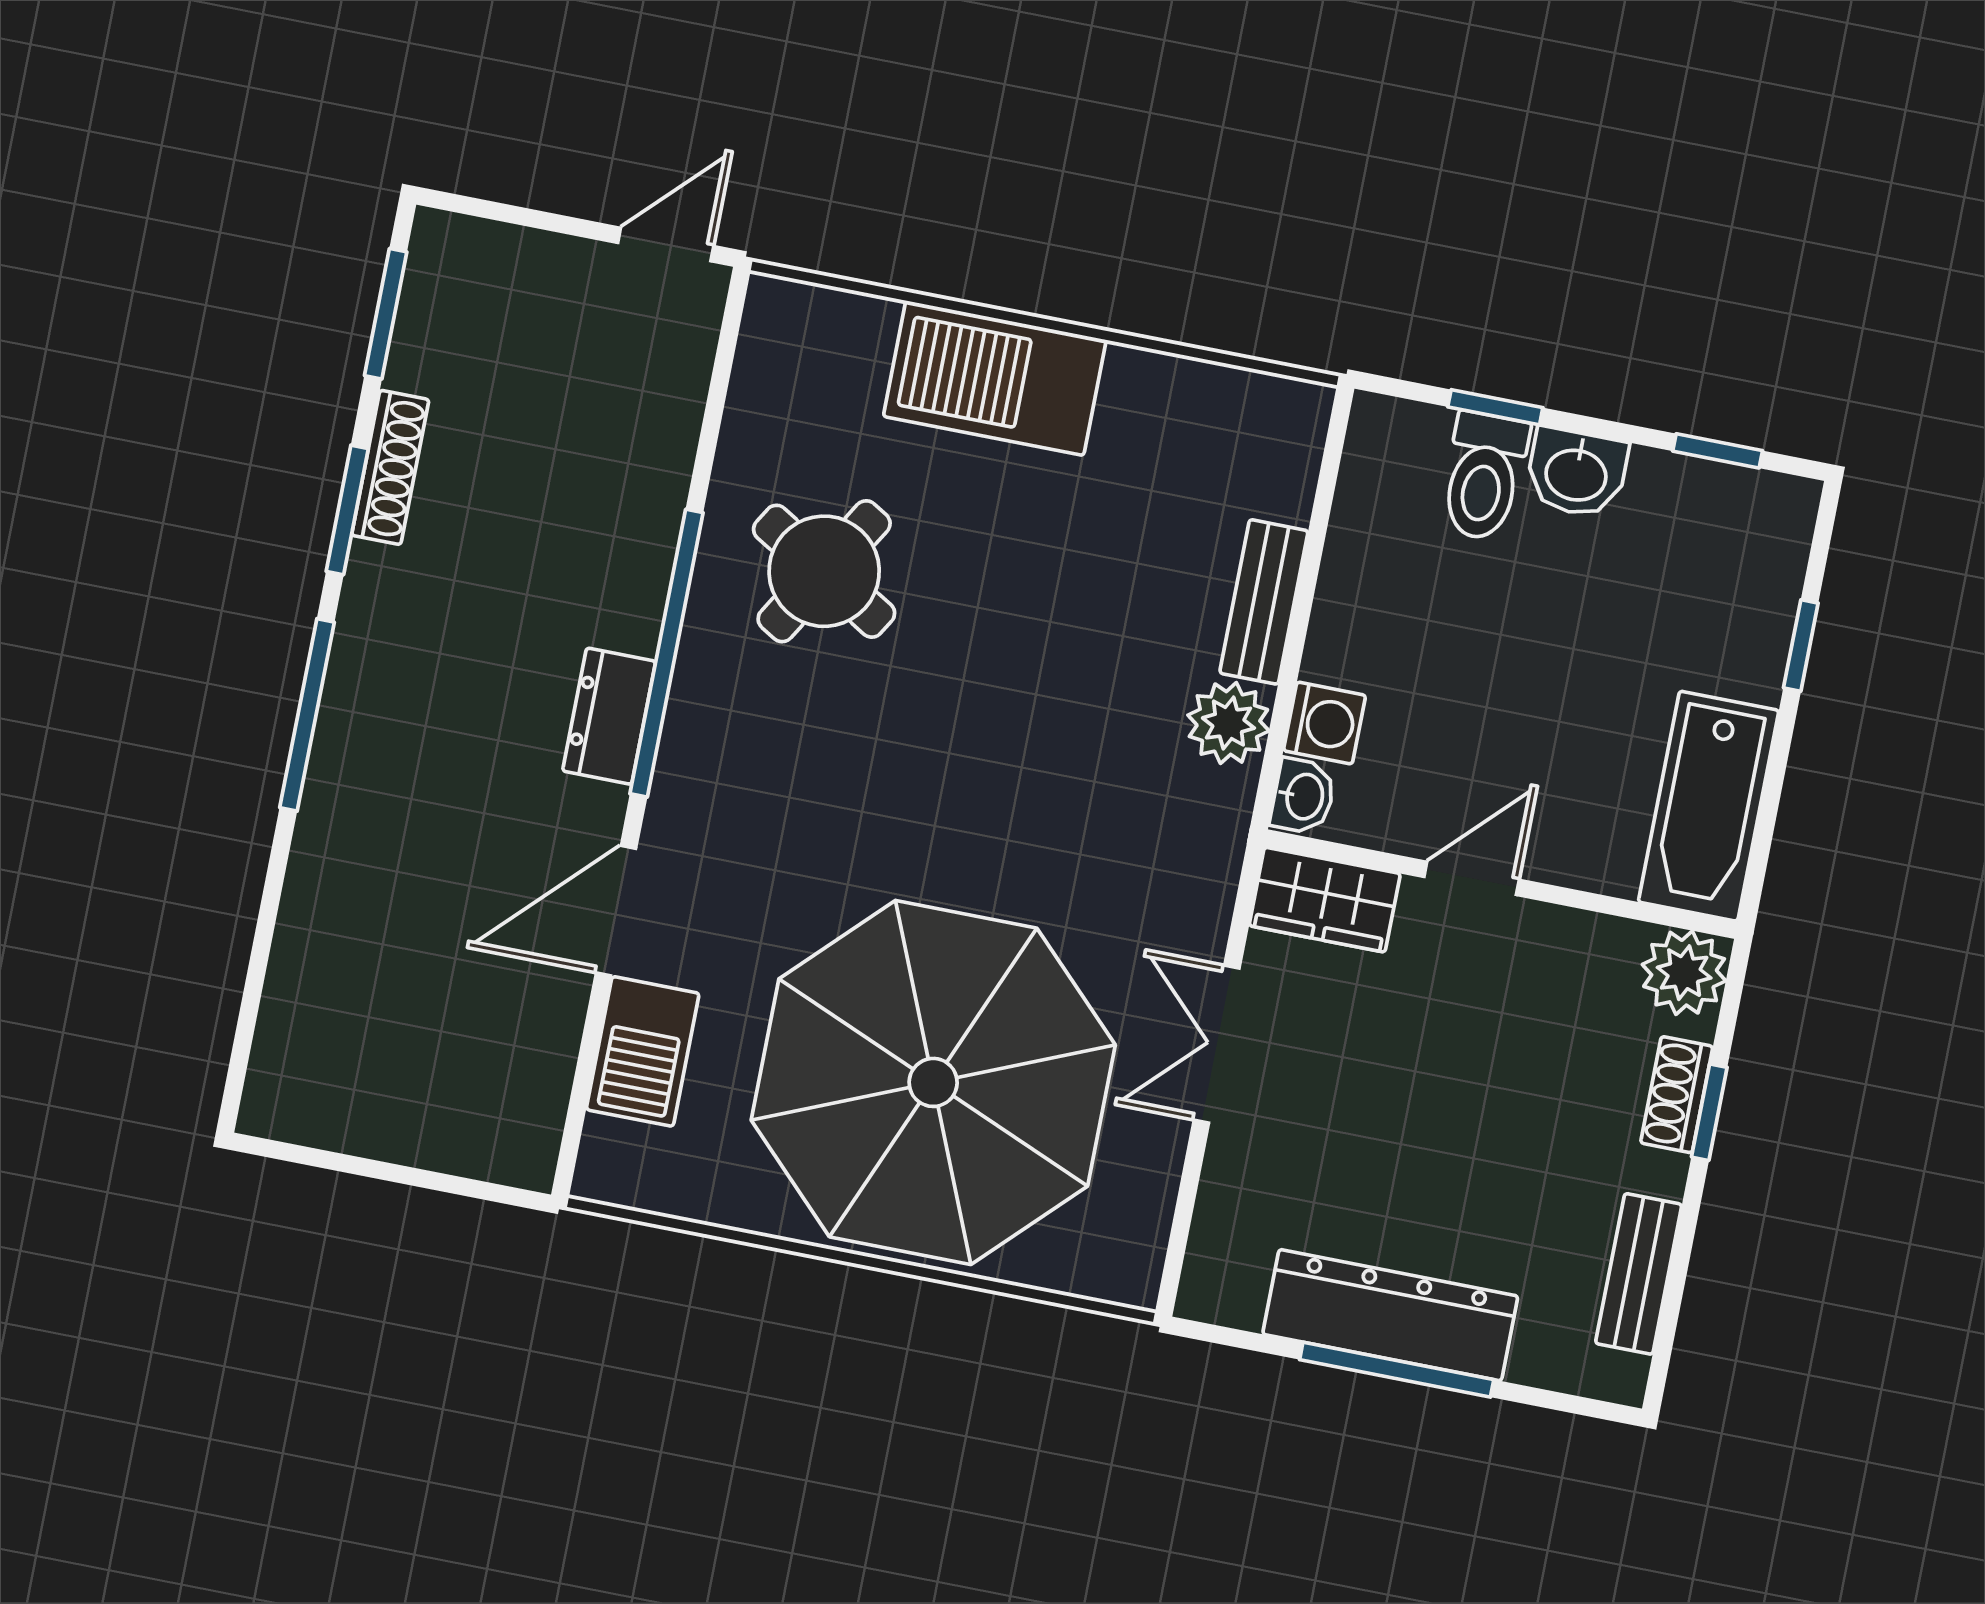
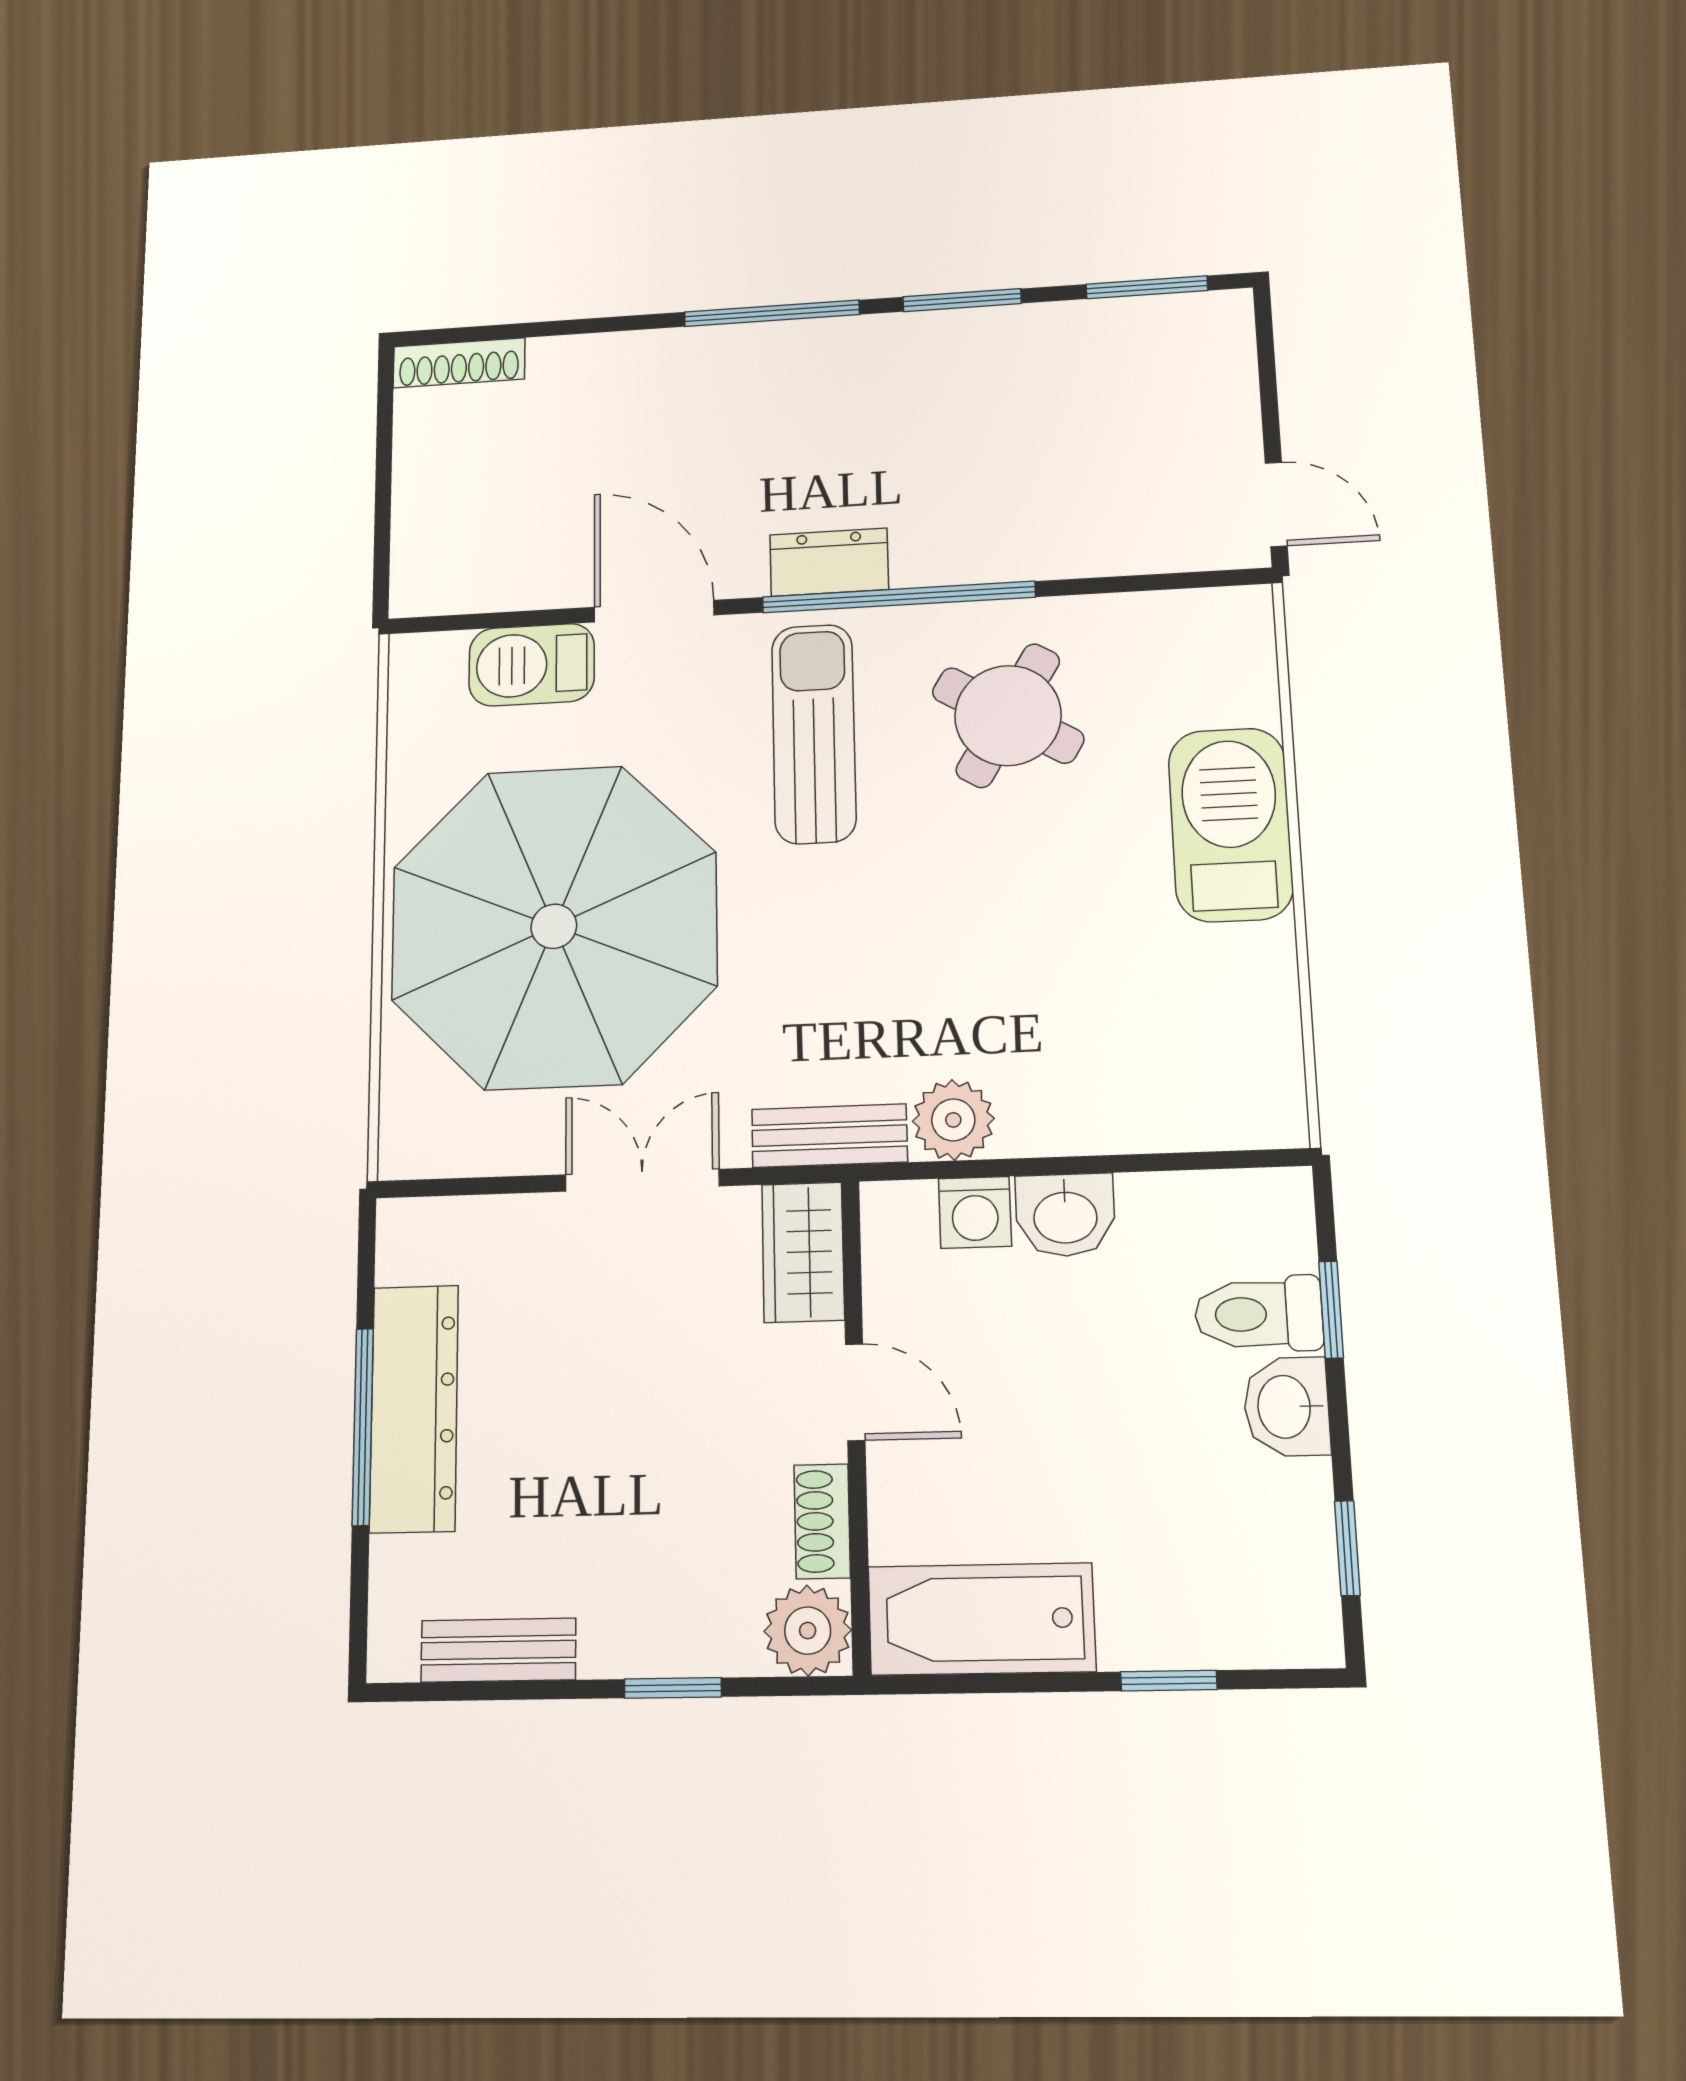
shoe rack: (390, 467) -> (459, 363), moved
bench: (1264, 602) -> (829, 1136), moved
sun lounger: (793, 773) -> (814, 733), added
washbasin: (1303, 796) -> (1065, 1215), moved, width x1.38, depth x1.45
shoe rack: (1677, 1095) -> (822, 1521), moved, turned -90

